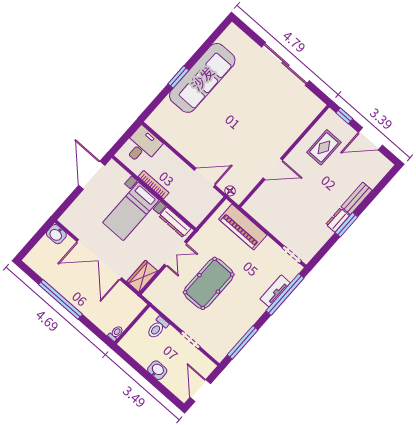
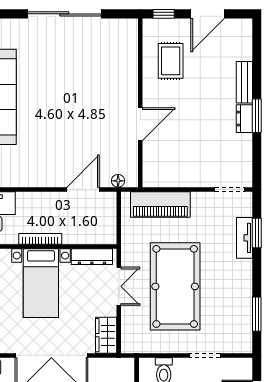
pool table: (209, 283) -> (175, 286), width x1.36, depth x1.32
window: (285, 294) -> (257, 233), width x0.47
window: (243, 342) -> (257, 314), width x0.69

